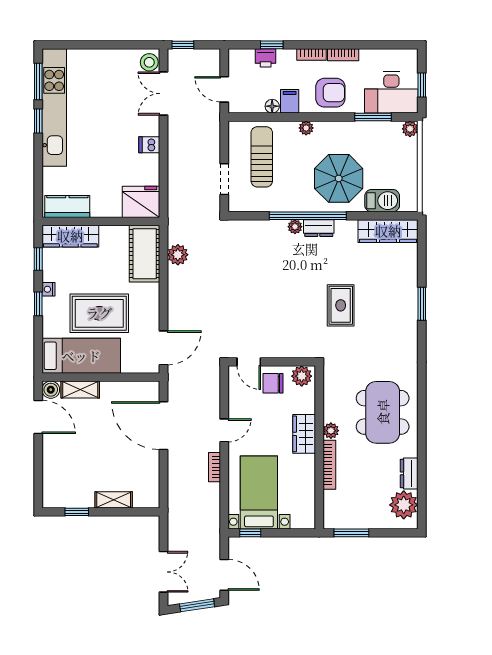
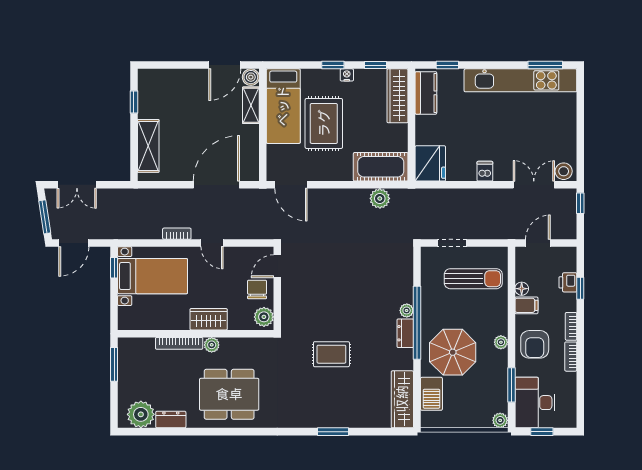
window: (38, 121) -> (447, 65), moved
plant: (306, 128) -> (501, 342), moved
shelving: (114, 500) -> (148, 146), width x1.50, depth x1.33

